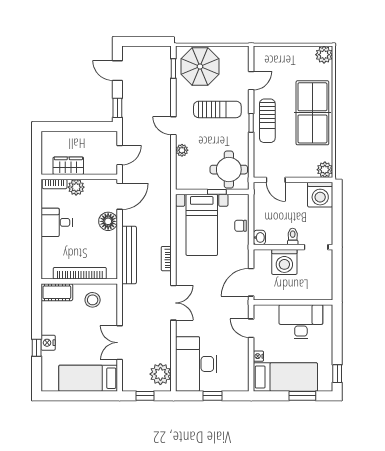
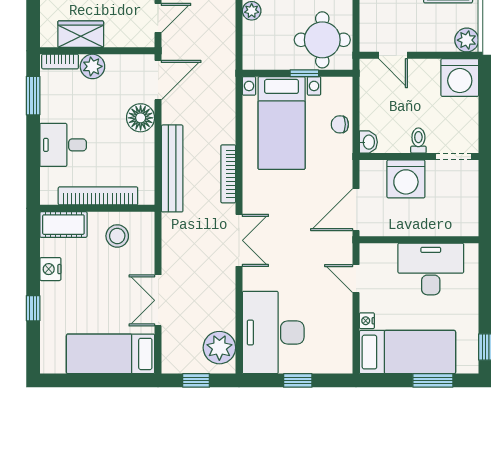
window: (37, 207) -> (33, 96), added
desk: (57, 222) -> (63, 145), moved
bookcase: (166, 259) -> (228, 174), width x1.56
nightstand: (48, 343) -> (50, 269), moved

